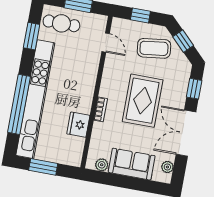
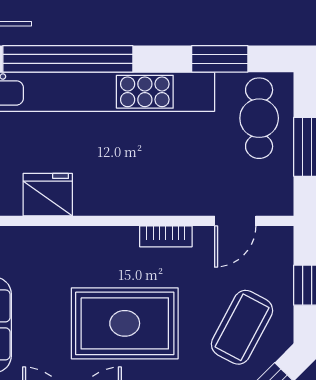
coffee table: (154, 48) -> (242, 327), turned 35
bookcase: (101, 109) -> (166, 236), moved

